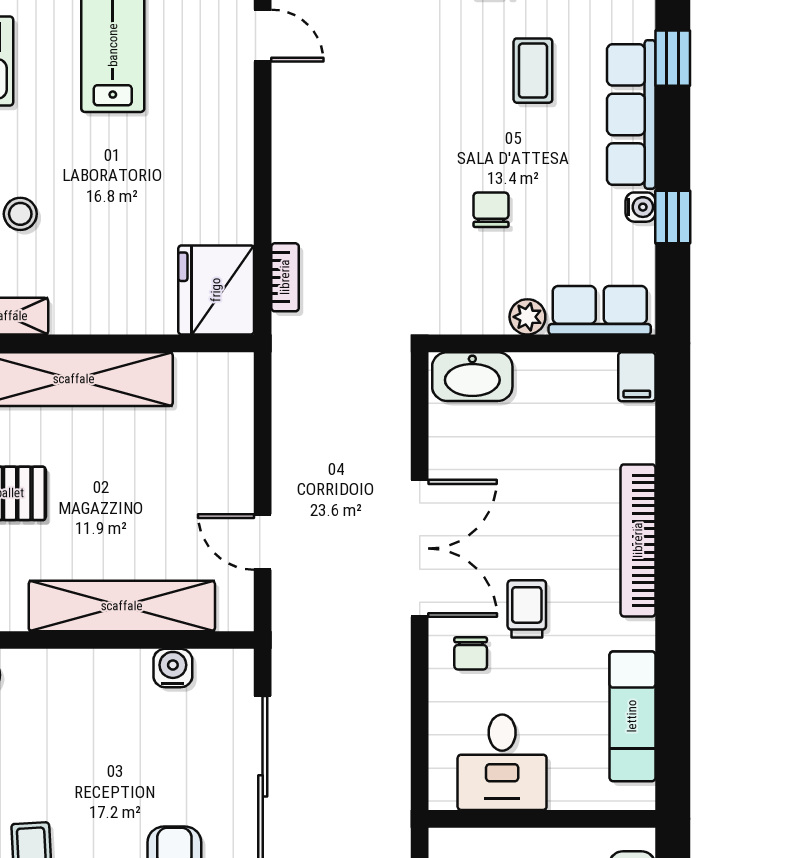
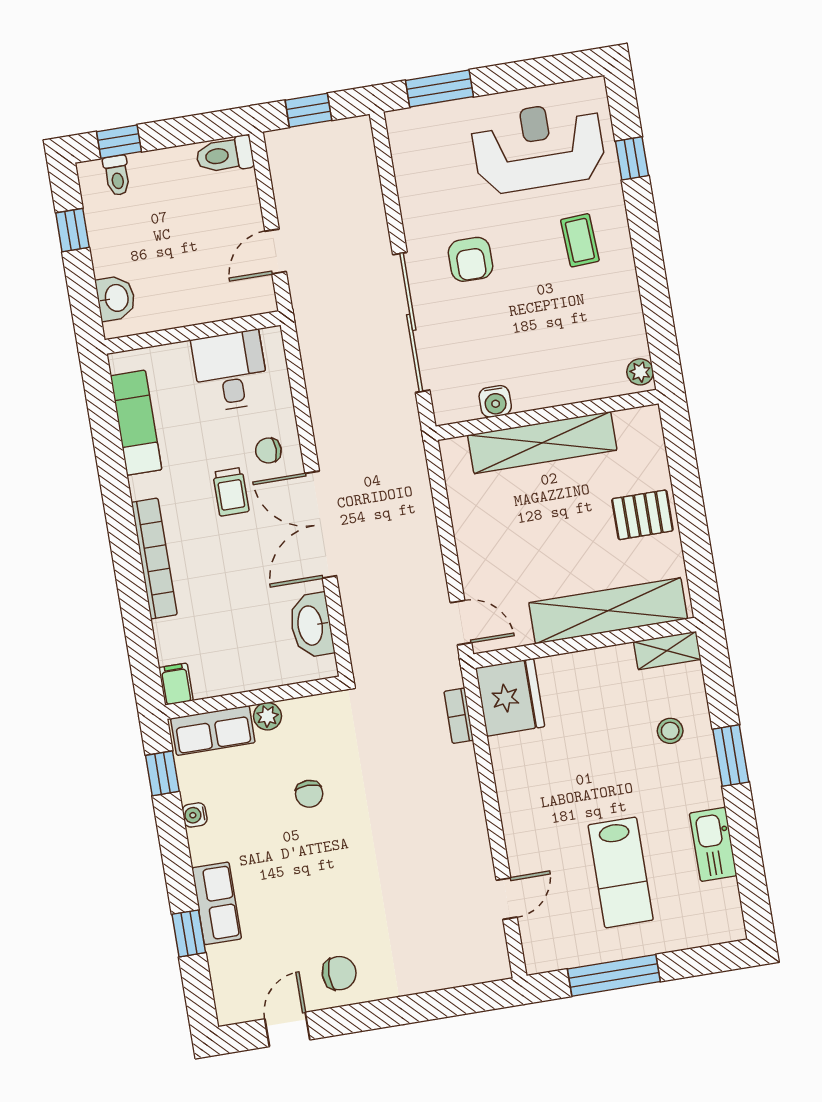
door: (263, 36) -> (507, 899), swing flipped
coffee table: (533, 71) -> (295, 906), removed
row of seats: (631, 114) -> (217, 903), width x0.68
window: (673, 217) -> (162, 773), moved
washbasin: (472, 377) -> (311, 625), moved, turned -90
door: (263, 542) -> (461, 623), moved
chair: (471, 653) -> (268, 451), turned -90

